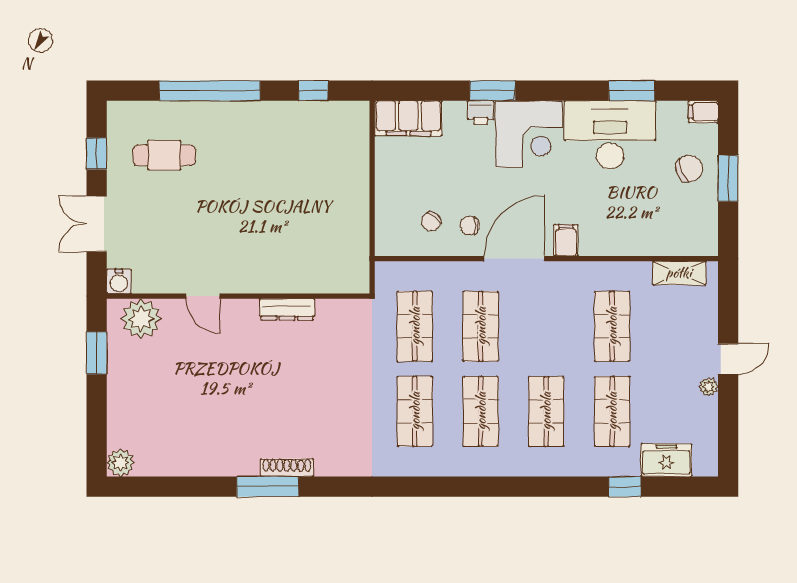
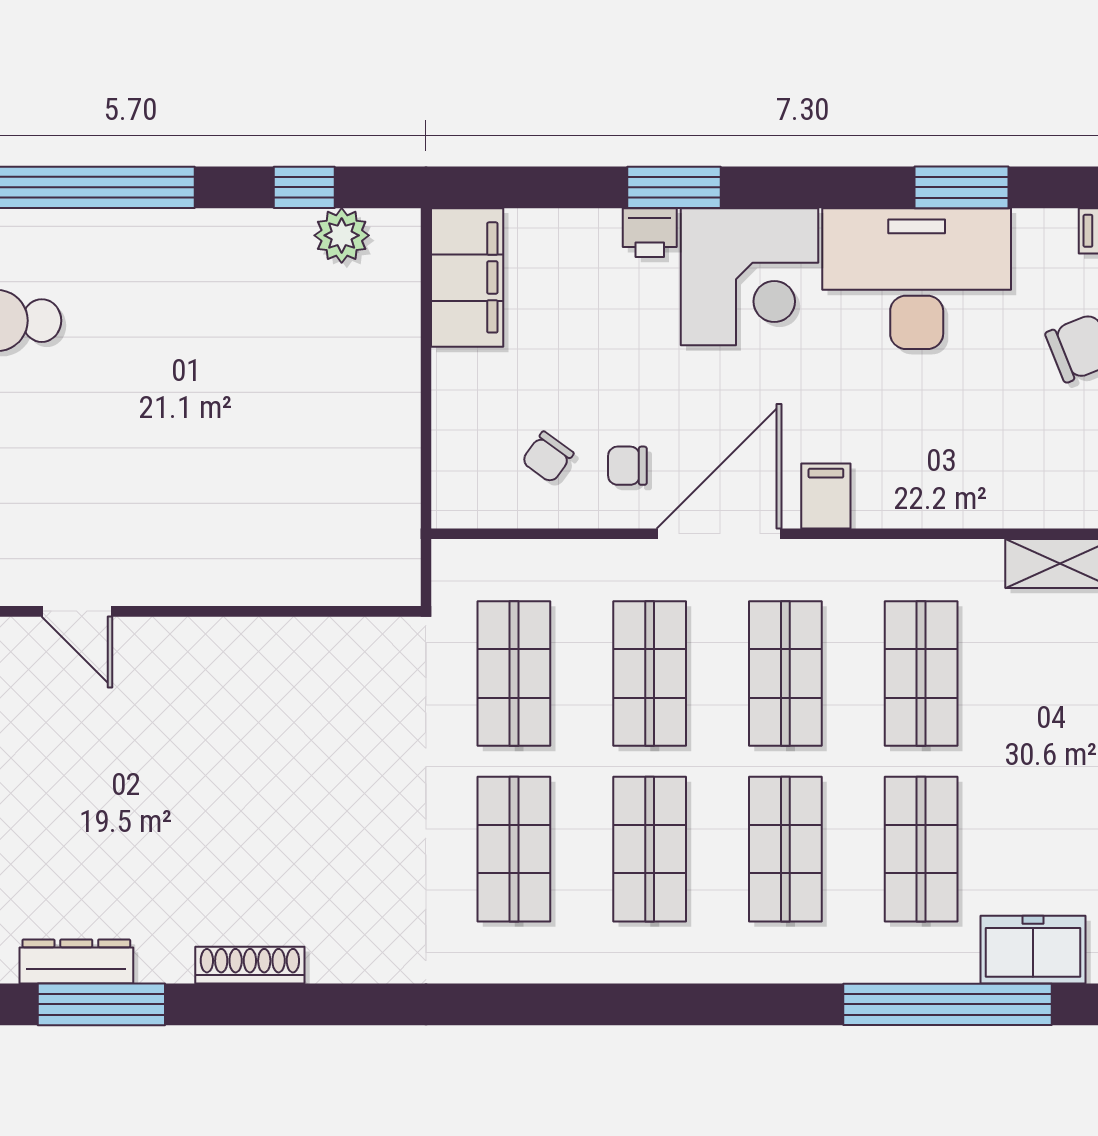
plant: (331, 114) -> (342, 235), added
filing cabinet: (408, 118) -> (467, 277), moved, turned -90
dresser: (287, 309) -> (76, 961), moved, turned 180
shop shelf: (546, 326) -> (785, 674), added
window: (268, 487) -> (101, 1004), moved
window: (625, 487) -> (947, 1004), width x3.17

